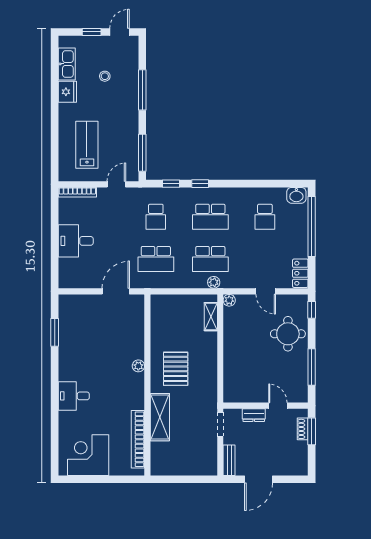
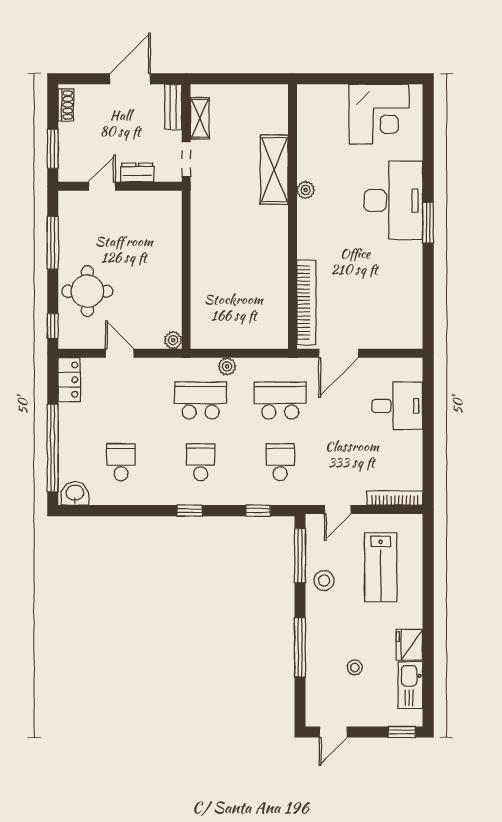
window: (92, 32) -> (402, 732), moved
stool: (126, 136) -> (324, 581), added
window: (200, 184) -> (190, 511), moved
school desk: (210, 217) -> (201, 462), width x0.54
desk: (76, 241) -> (397, 406), moved
plant: (214, 282) -> (227, 366), moved
shelving: (211, 317) -> (200, 118), moved
window: (55, 332) -> (428, 223), moved
plant: (138, 366) -> (306, 190), moved
pallet: (176, 369) -> (251, 240), removed
desk: (74, 396) -> (393, 200), width x1.87, depth x1.30
door: (278, 406) -> (102, 186), swing flipped
shoe rack: (303, 429) -> (66, 105), moved
bookcase: (138, 439) -> (306, 302), moved

